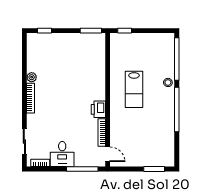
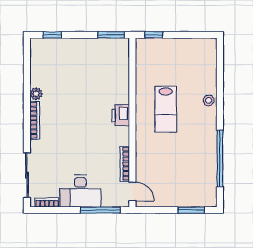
window: (177, 59) -> (220, 71), removed
printer: (98, 109) -> (121, 115), moved
window: (177, 110) -> (220, 158), moved
sliding door: (24, 141) -> (27, 175), width x1.37
desk: (62, 154) -> (80, 191), width x1.37

